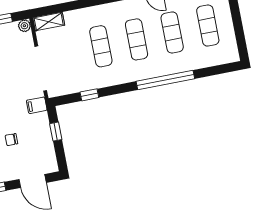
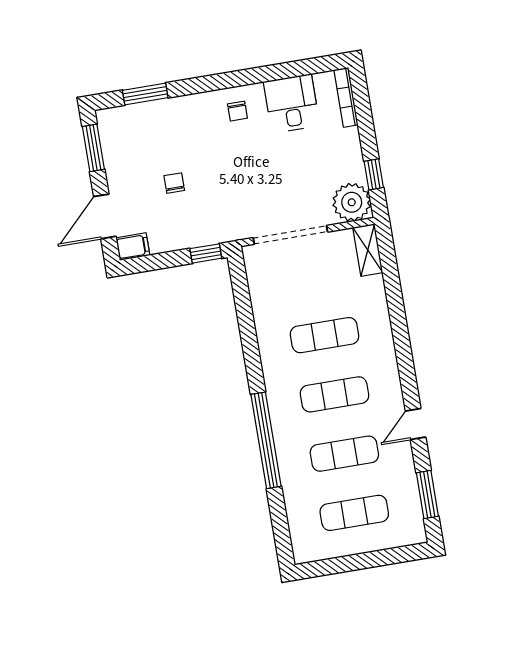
plant: (24, 26) -> (352, 202), width x1.88, depth x1.88
window: (89, 95) -> (245, 314), removed
filing cabinet: (37, 105) -> (133, 247), moved, turned 90
window: (56, 132) -> (206, 253), moved

